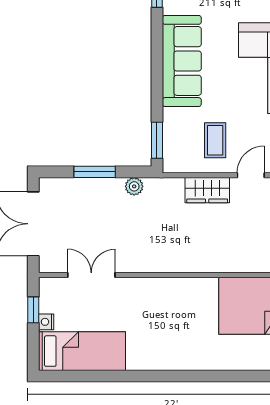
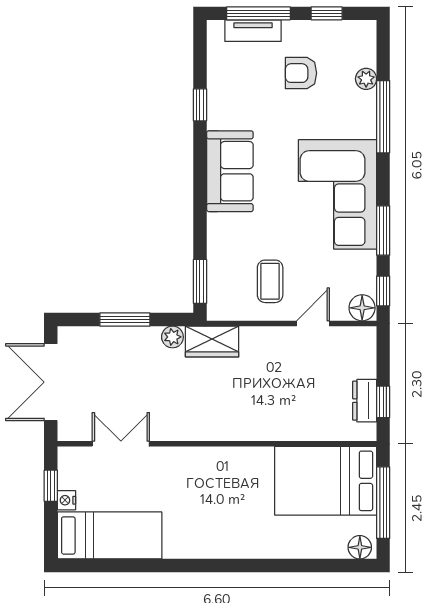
sofa: (182, 61) -> (230, 171), width x0.73
wardrobe: (207, 190) -> (212, 341), moved

